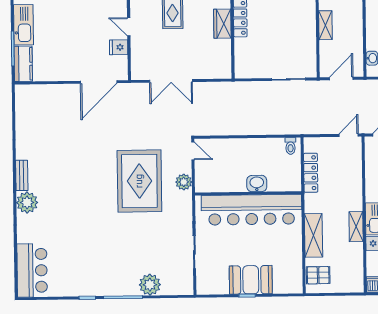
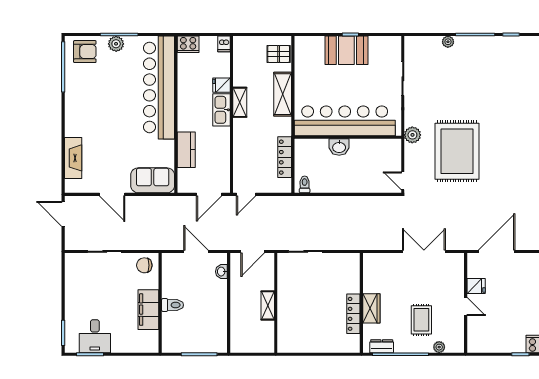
plant: (184, 182) -> (412, 135), moved
plant: (150, 285) -> (448, 42), width x0.53, depth x0.53

